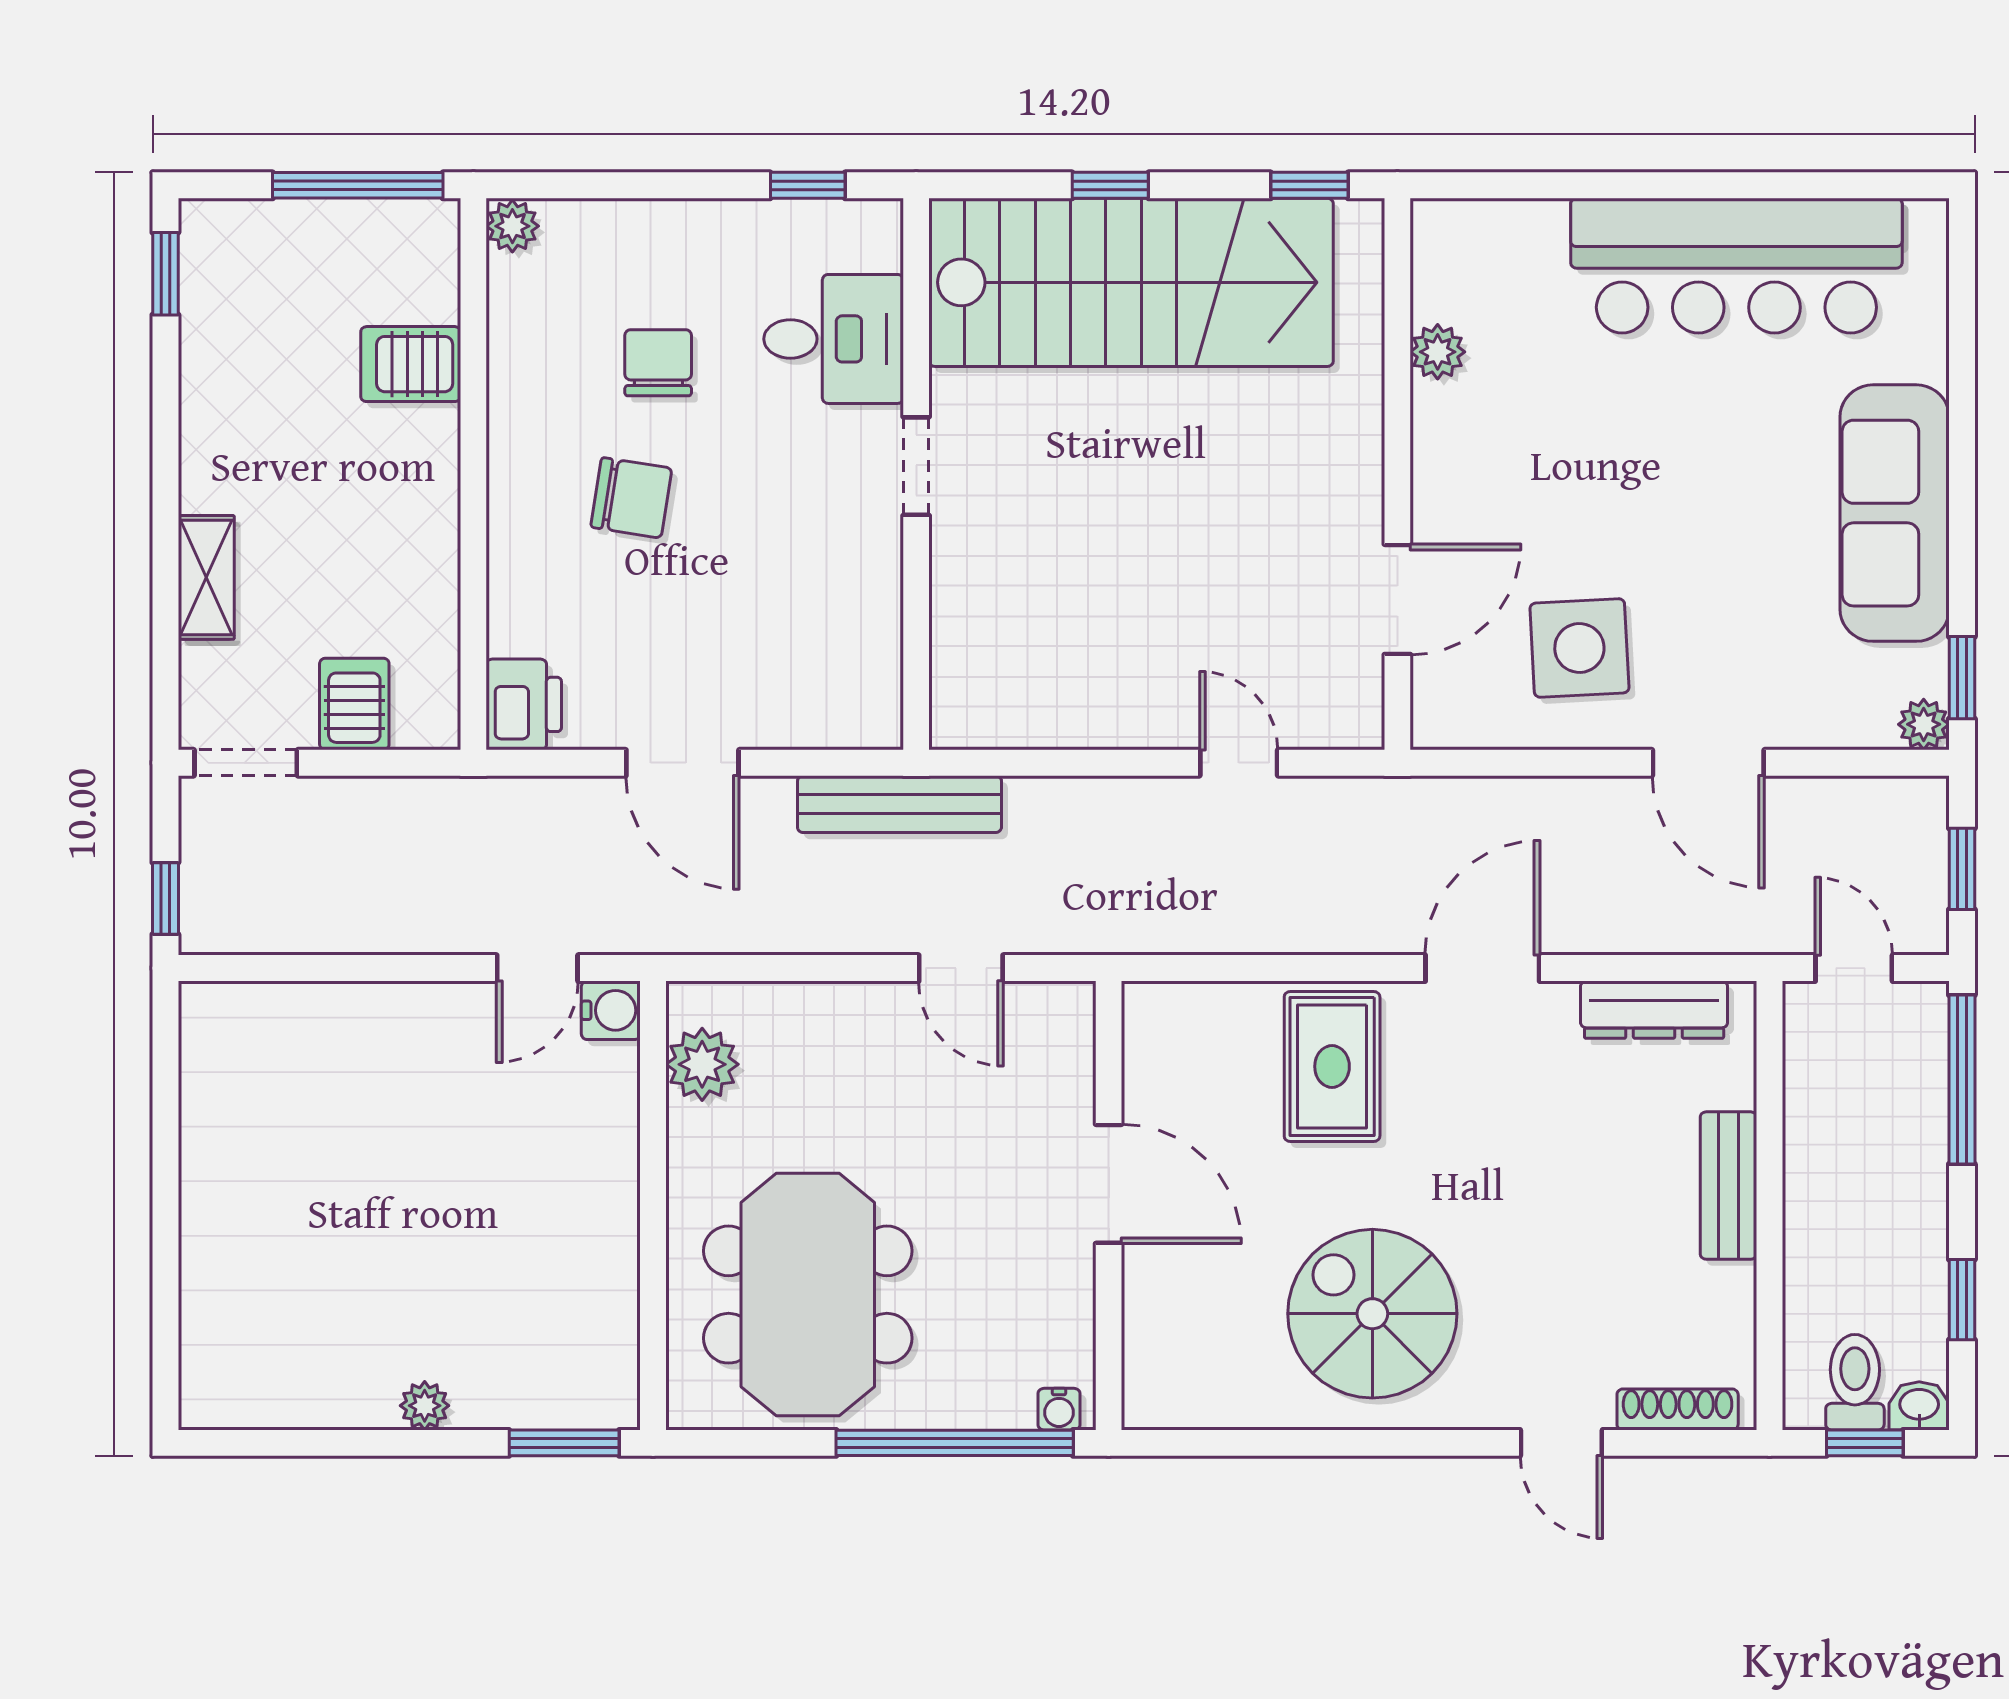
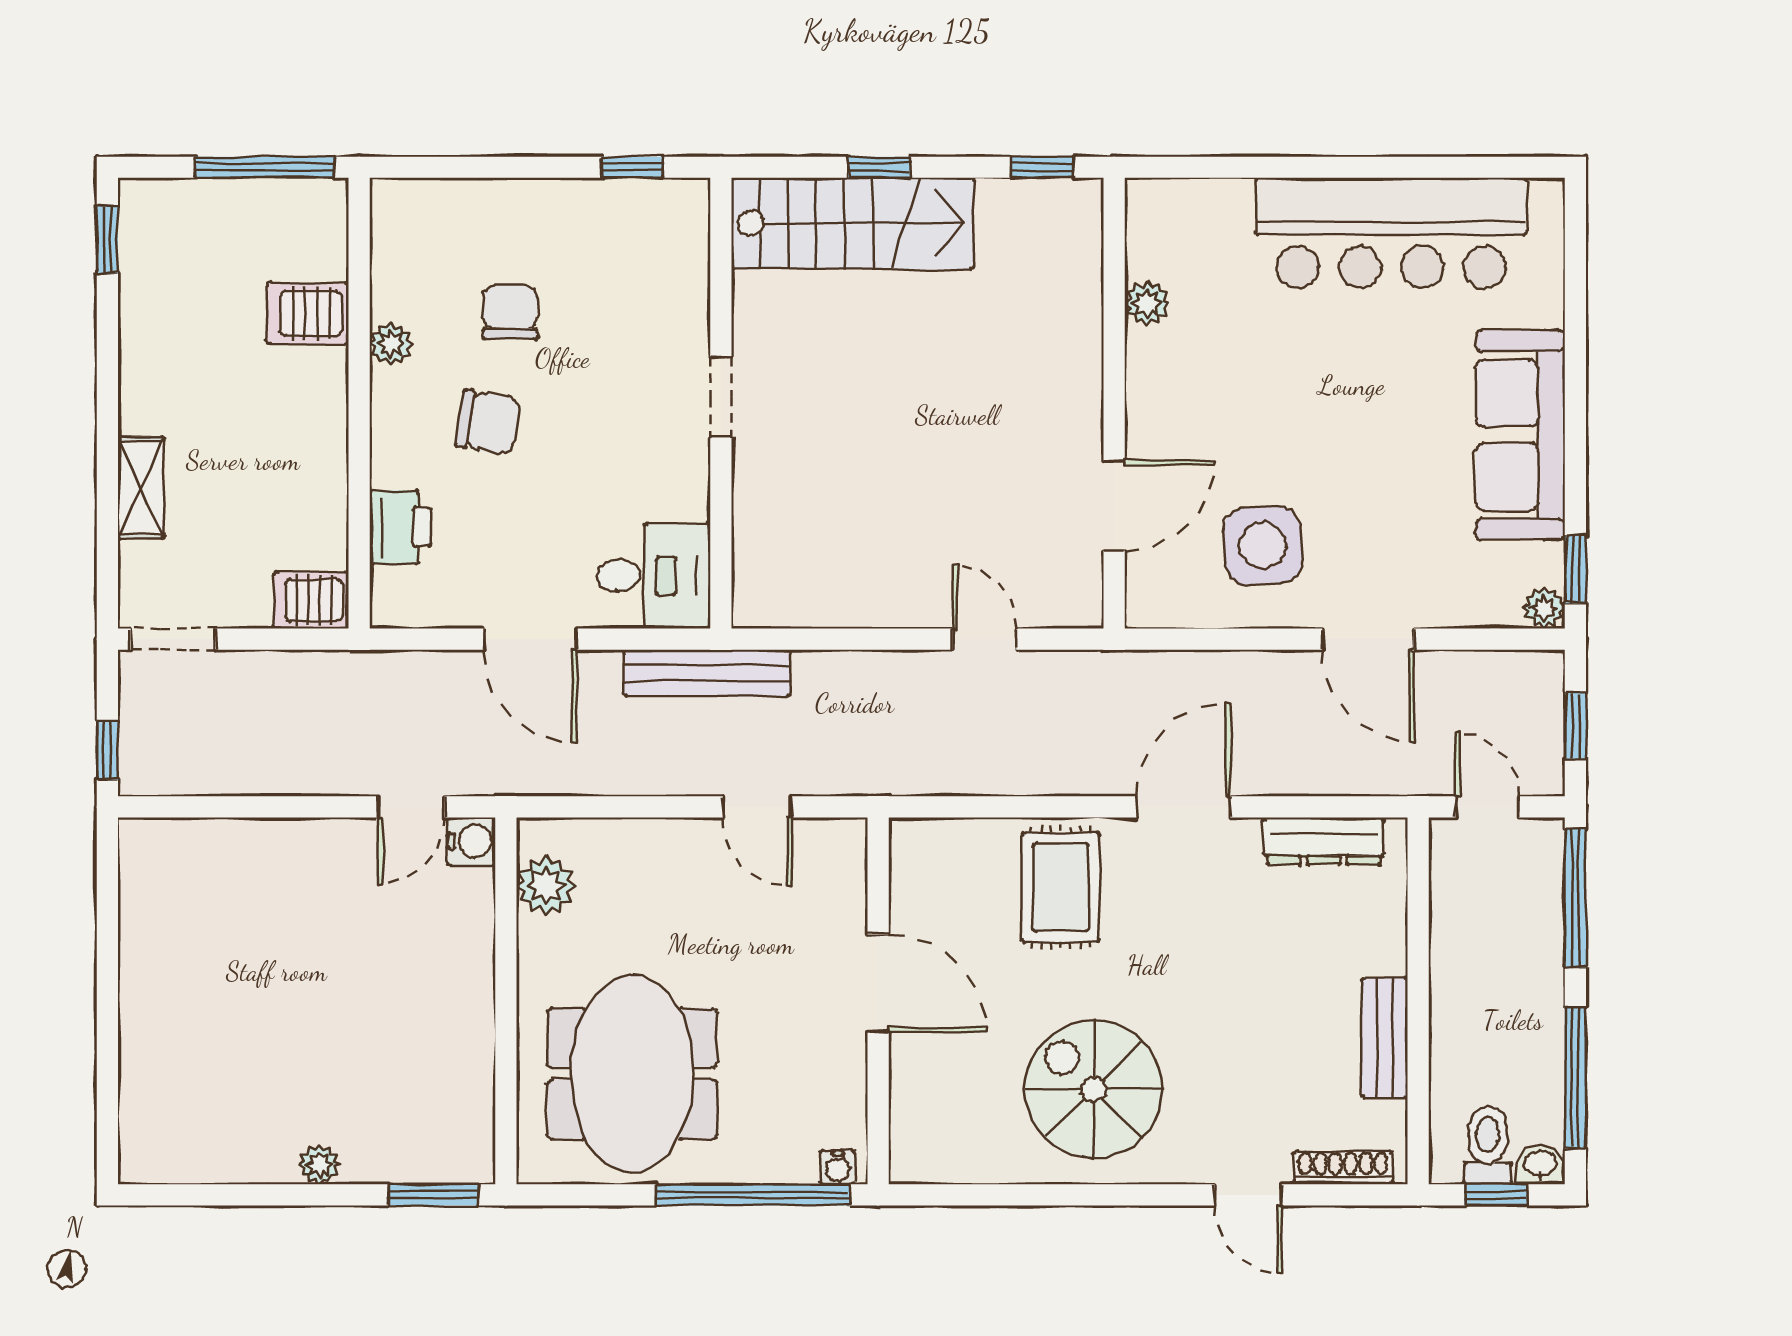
plant: (512, 226) -> (391, 344), moved
stairs: (1131, 282) -> (852, 223), width x0.73, depth x0.66
desk: (834, 339) -> (653, 576), moved
server rack: (354, 704) -> (311, 600), moved, turned -90
printer: (524, 704) -> (400, 527), moved
bench: (1728, 1186) -> (1385, 1038), moved
window: (1962, 1300) -> (1575, 1078), width x2.17

